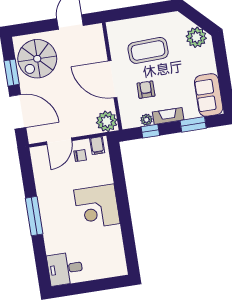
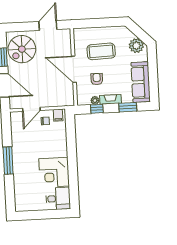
sofa: (209, 95) -> (141, 82), width x1.36
plant: (107, 121) -> (67, 99), removed
corner desk: (97, 207) -> (54, 172), moved
desk: (65, 269) -> (58, 199), moved, turned 180

